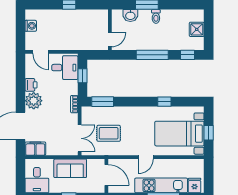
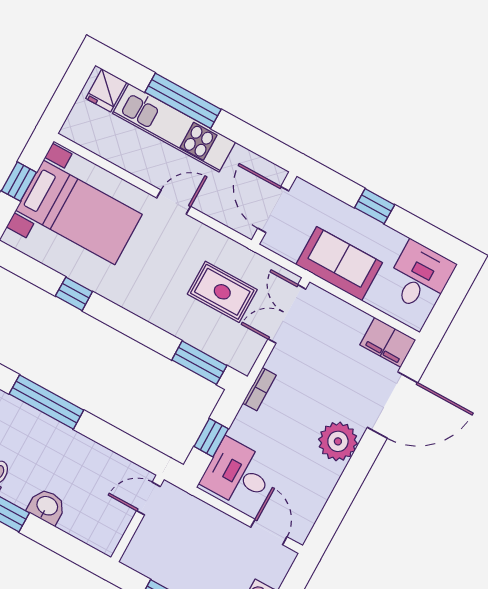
wall: (110, 30) -> (137, 518), moved
door: (110, 40) -> (148, 499), moved
printer: (31, 85) -> (326, 476), removed

